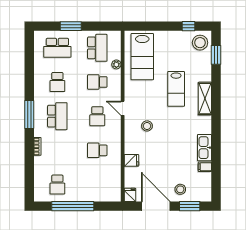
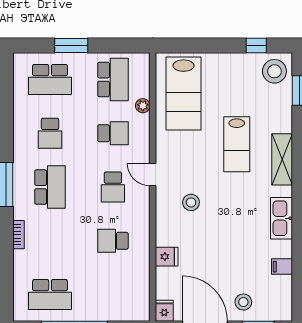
school desk: (97, 82) -> (113, 133), turned 180
kitchen sink: (205, 148) -> (281, 218), moved
school desk: (57, 185) -> (50, 295), width x1.85

